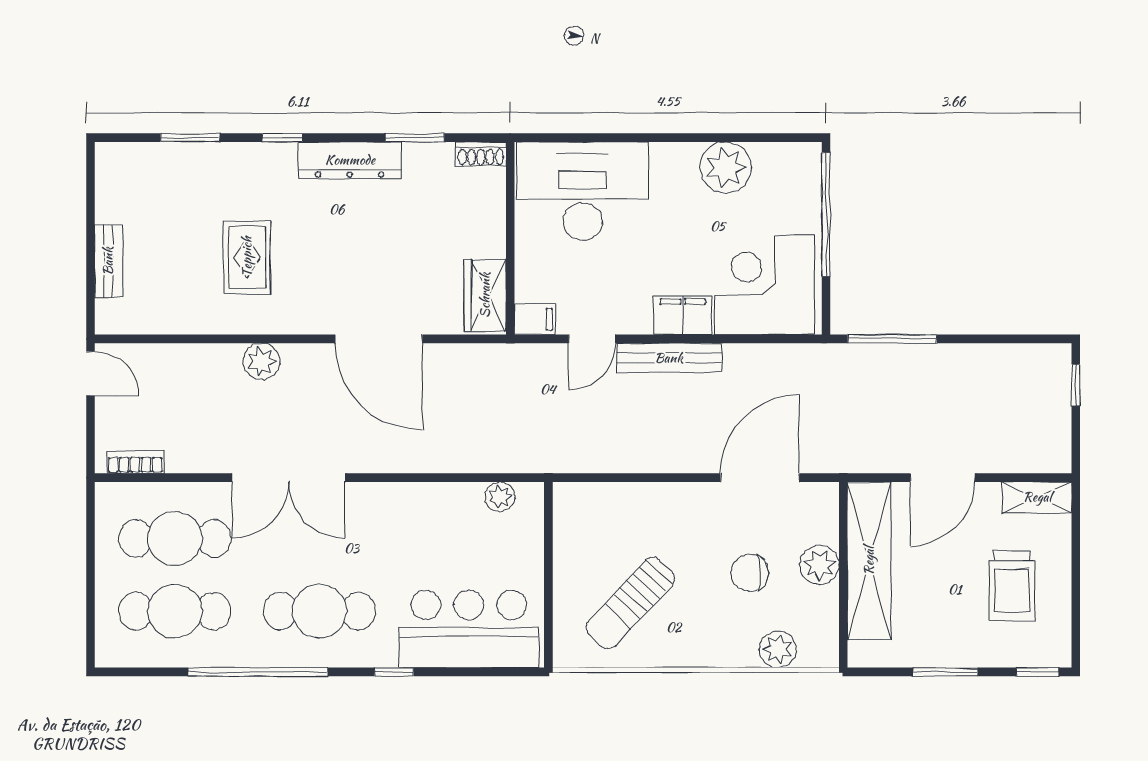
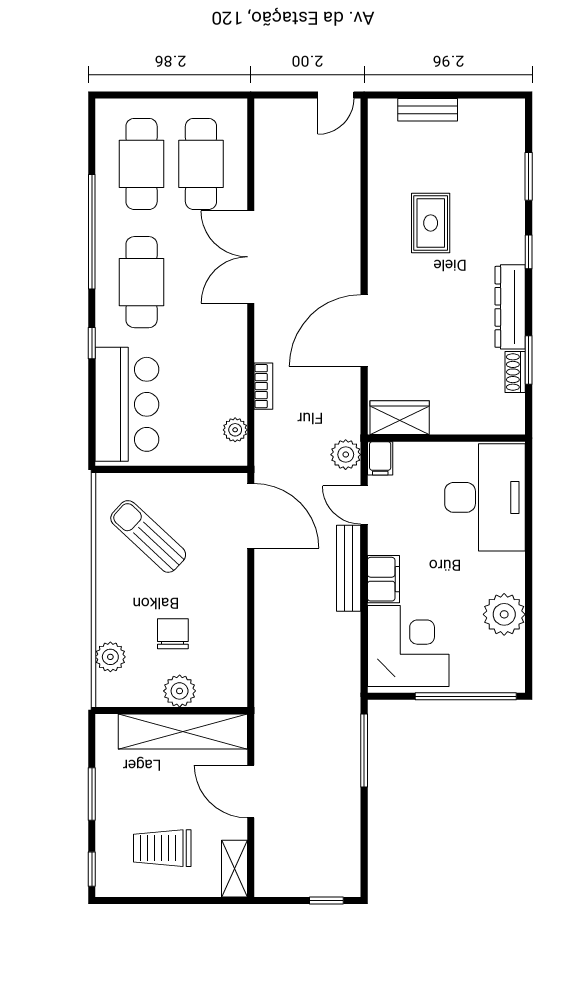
shoe rack: (481, 154) -> (515, 372), moved
rug: (247, 257) -> (431, 223), turned 90
plant: (261, 361) -> (346, 455), moved
bookcase: (135, 462) -> (263, 386), moved
door: (760, 478) -> (251, 516), moved

